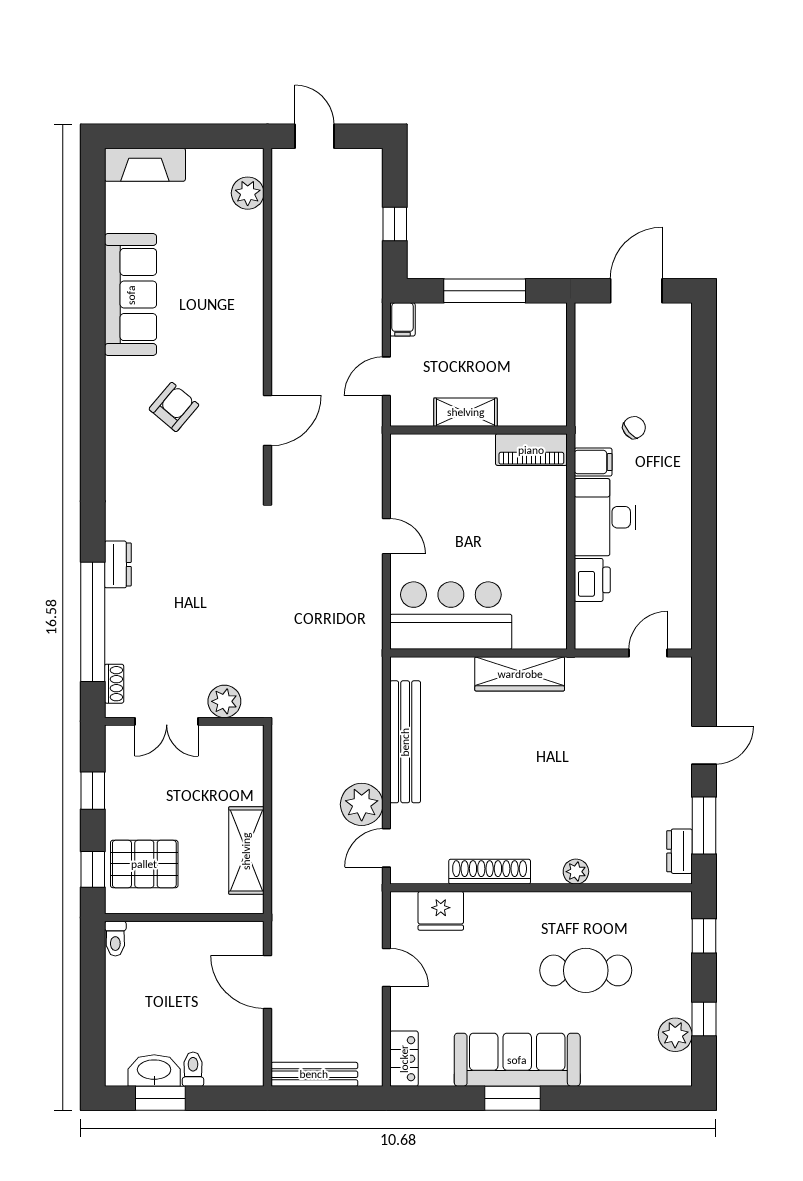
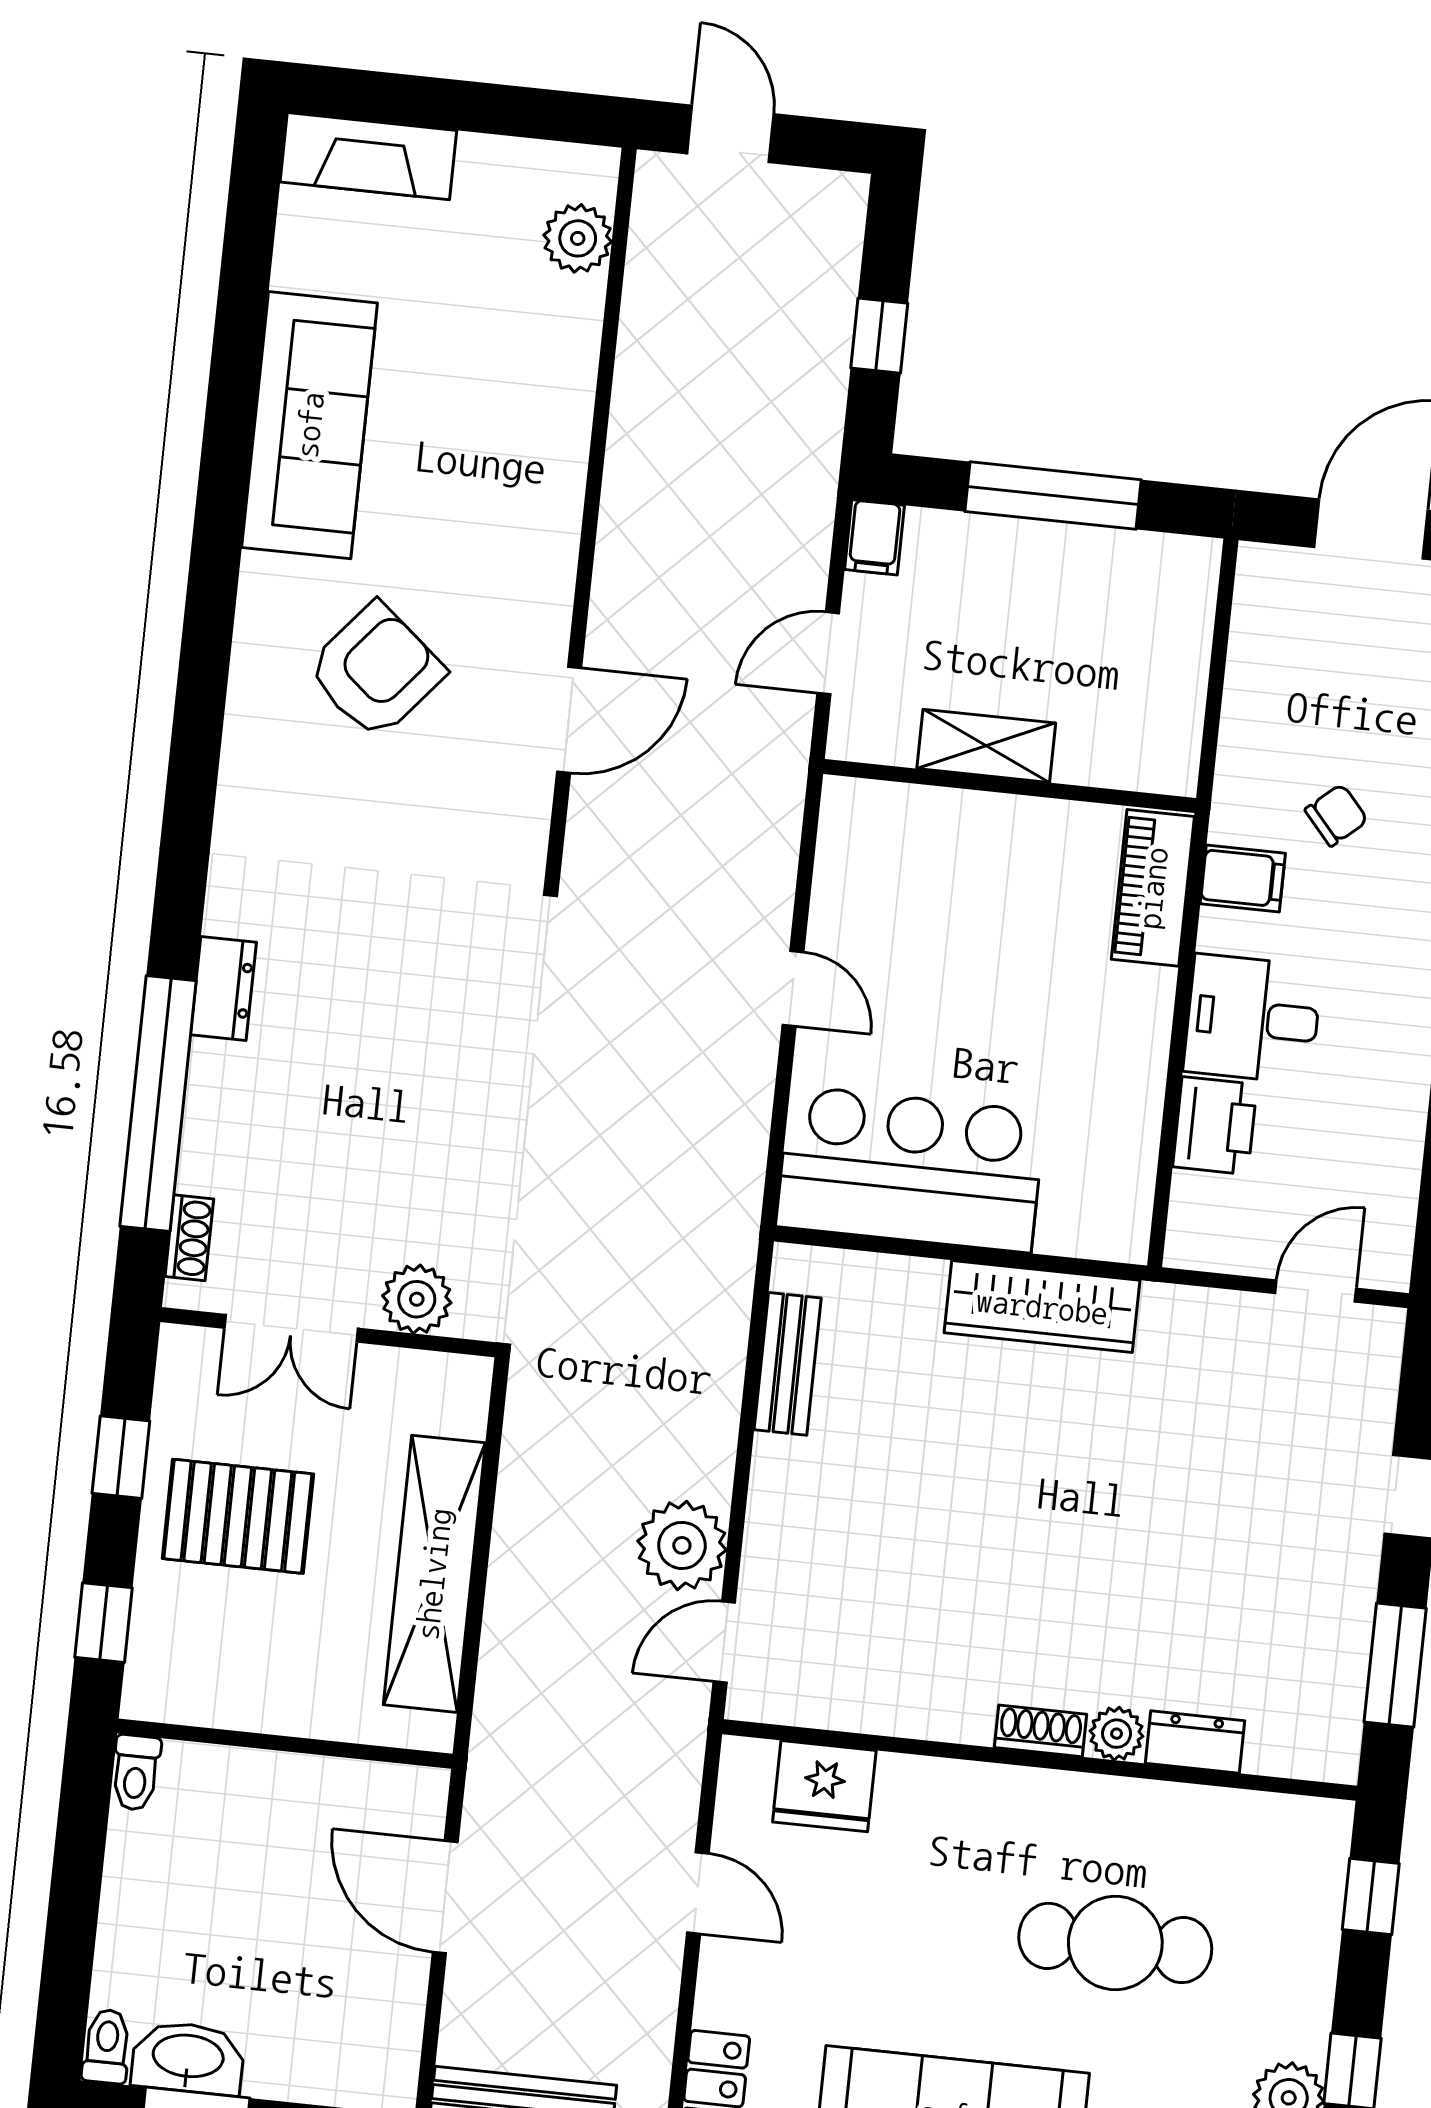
armchair: (174, 407) -> (376, 671), width x1.38, depth x1.38
piano: (531, 450) -> (1153, 888), moved, turned 90
desk: (605, 517) -> (1253, 1019), width x0.73
bench: (405, 742) -> (788, 1364), width x0.54, depth x0.82
shelving: (246, 851) -> (434, 1574), width x1.47
dresser: (679, 851) -> (1195, 1742), moved, turned 90
pallet: (144, 864) -> (238, 1516), moved
shoe rack: (490, 872) -> (1041, 1731), moved, width x0.51, depth x0.81
toilet: (193, 1069) -> (107, 2046), moved

